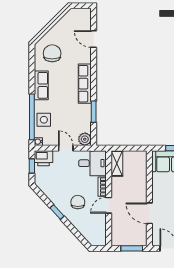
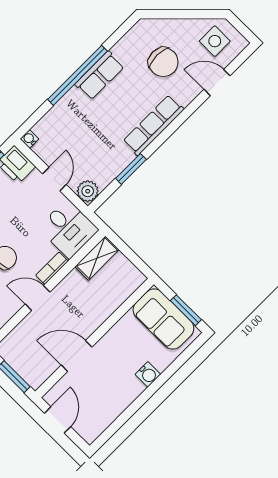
door: (94, 39) -> (217, 83), hinge flipped
chair: (52, 53) -> (163, 62), moved, turned 90
window: (32, 117) -> (77, 75), moved
side table: (44, 120) -> (215, 41), moved
door: (149, 213) -> (77, 356), hinge flipped

